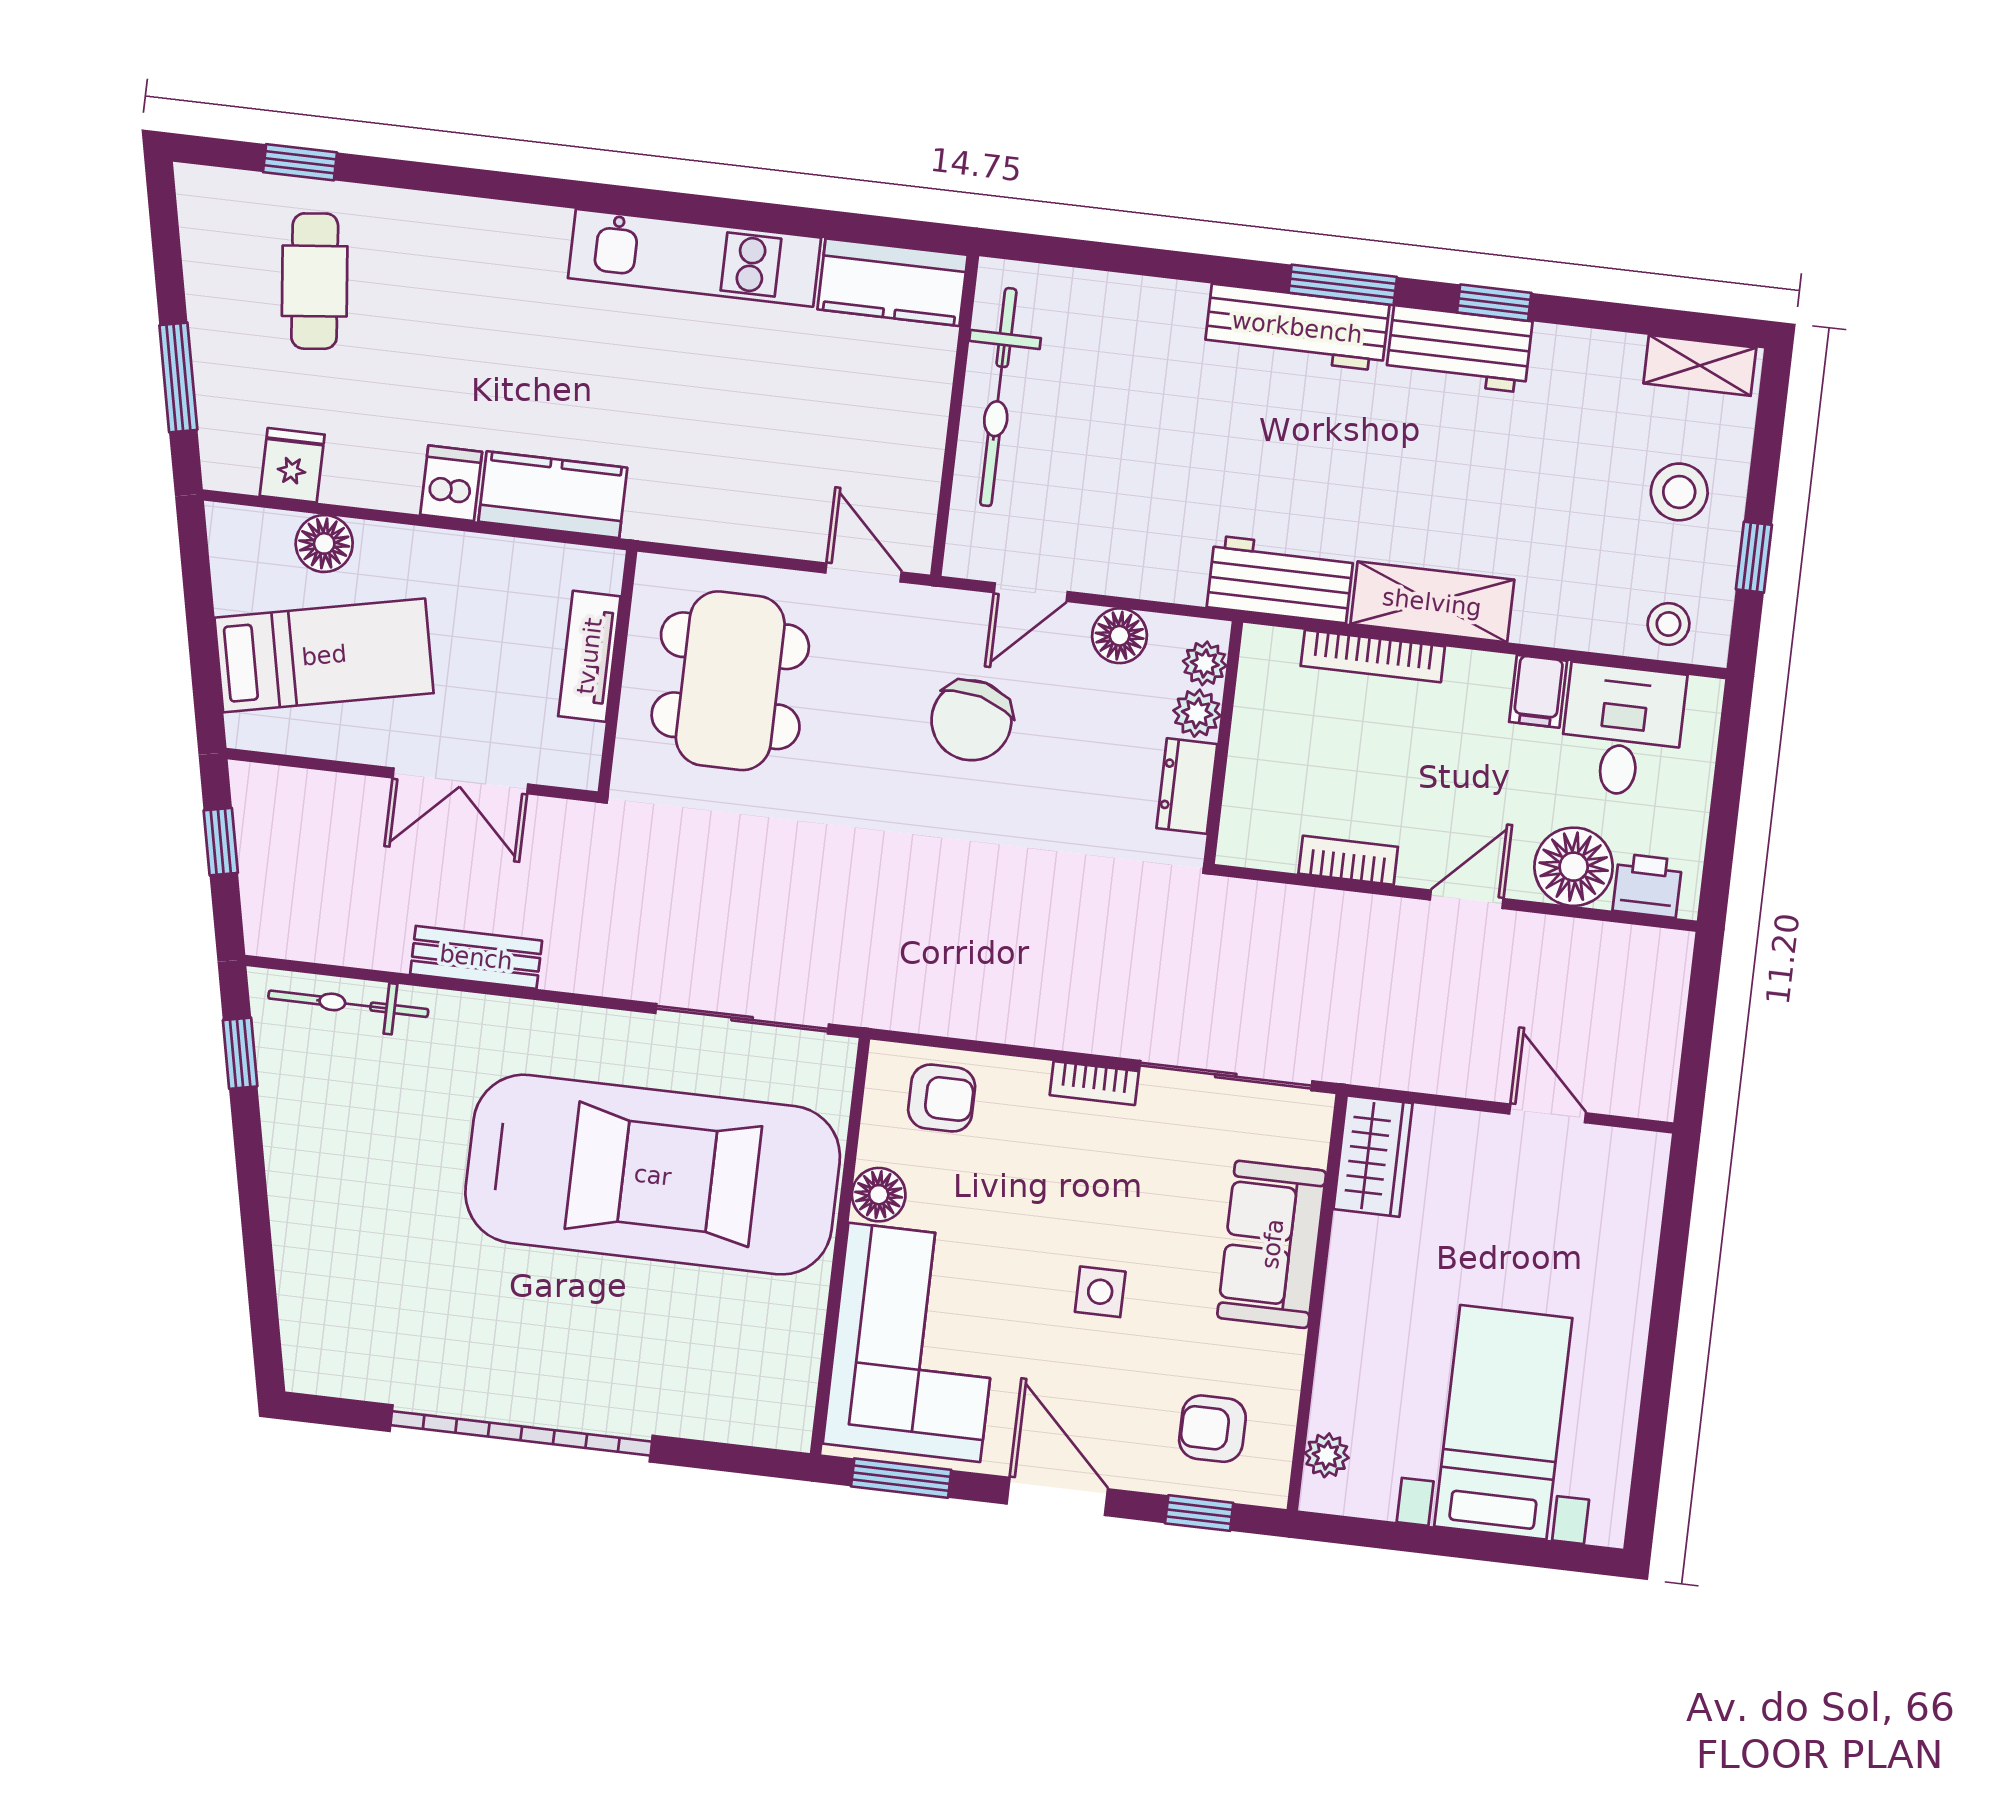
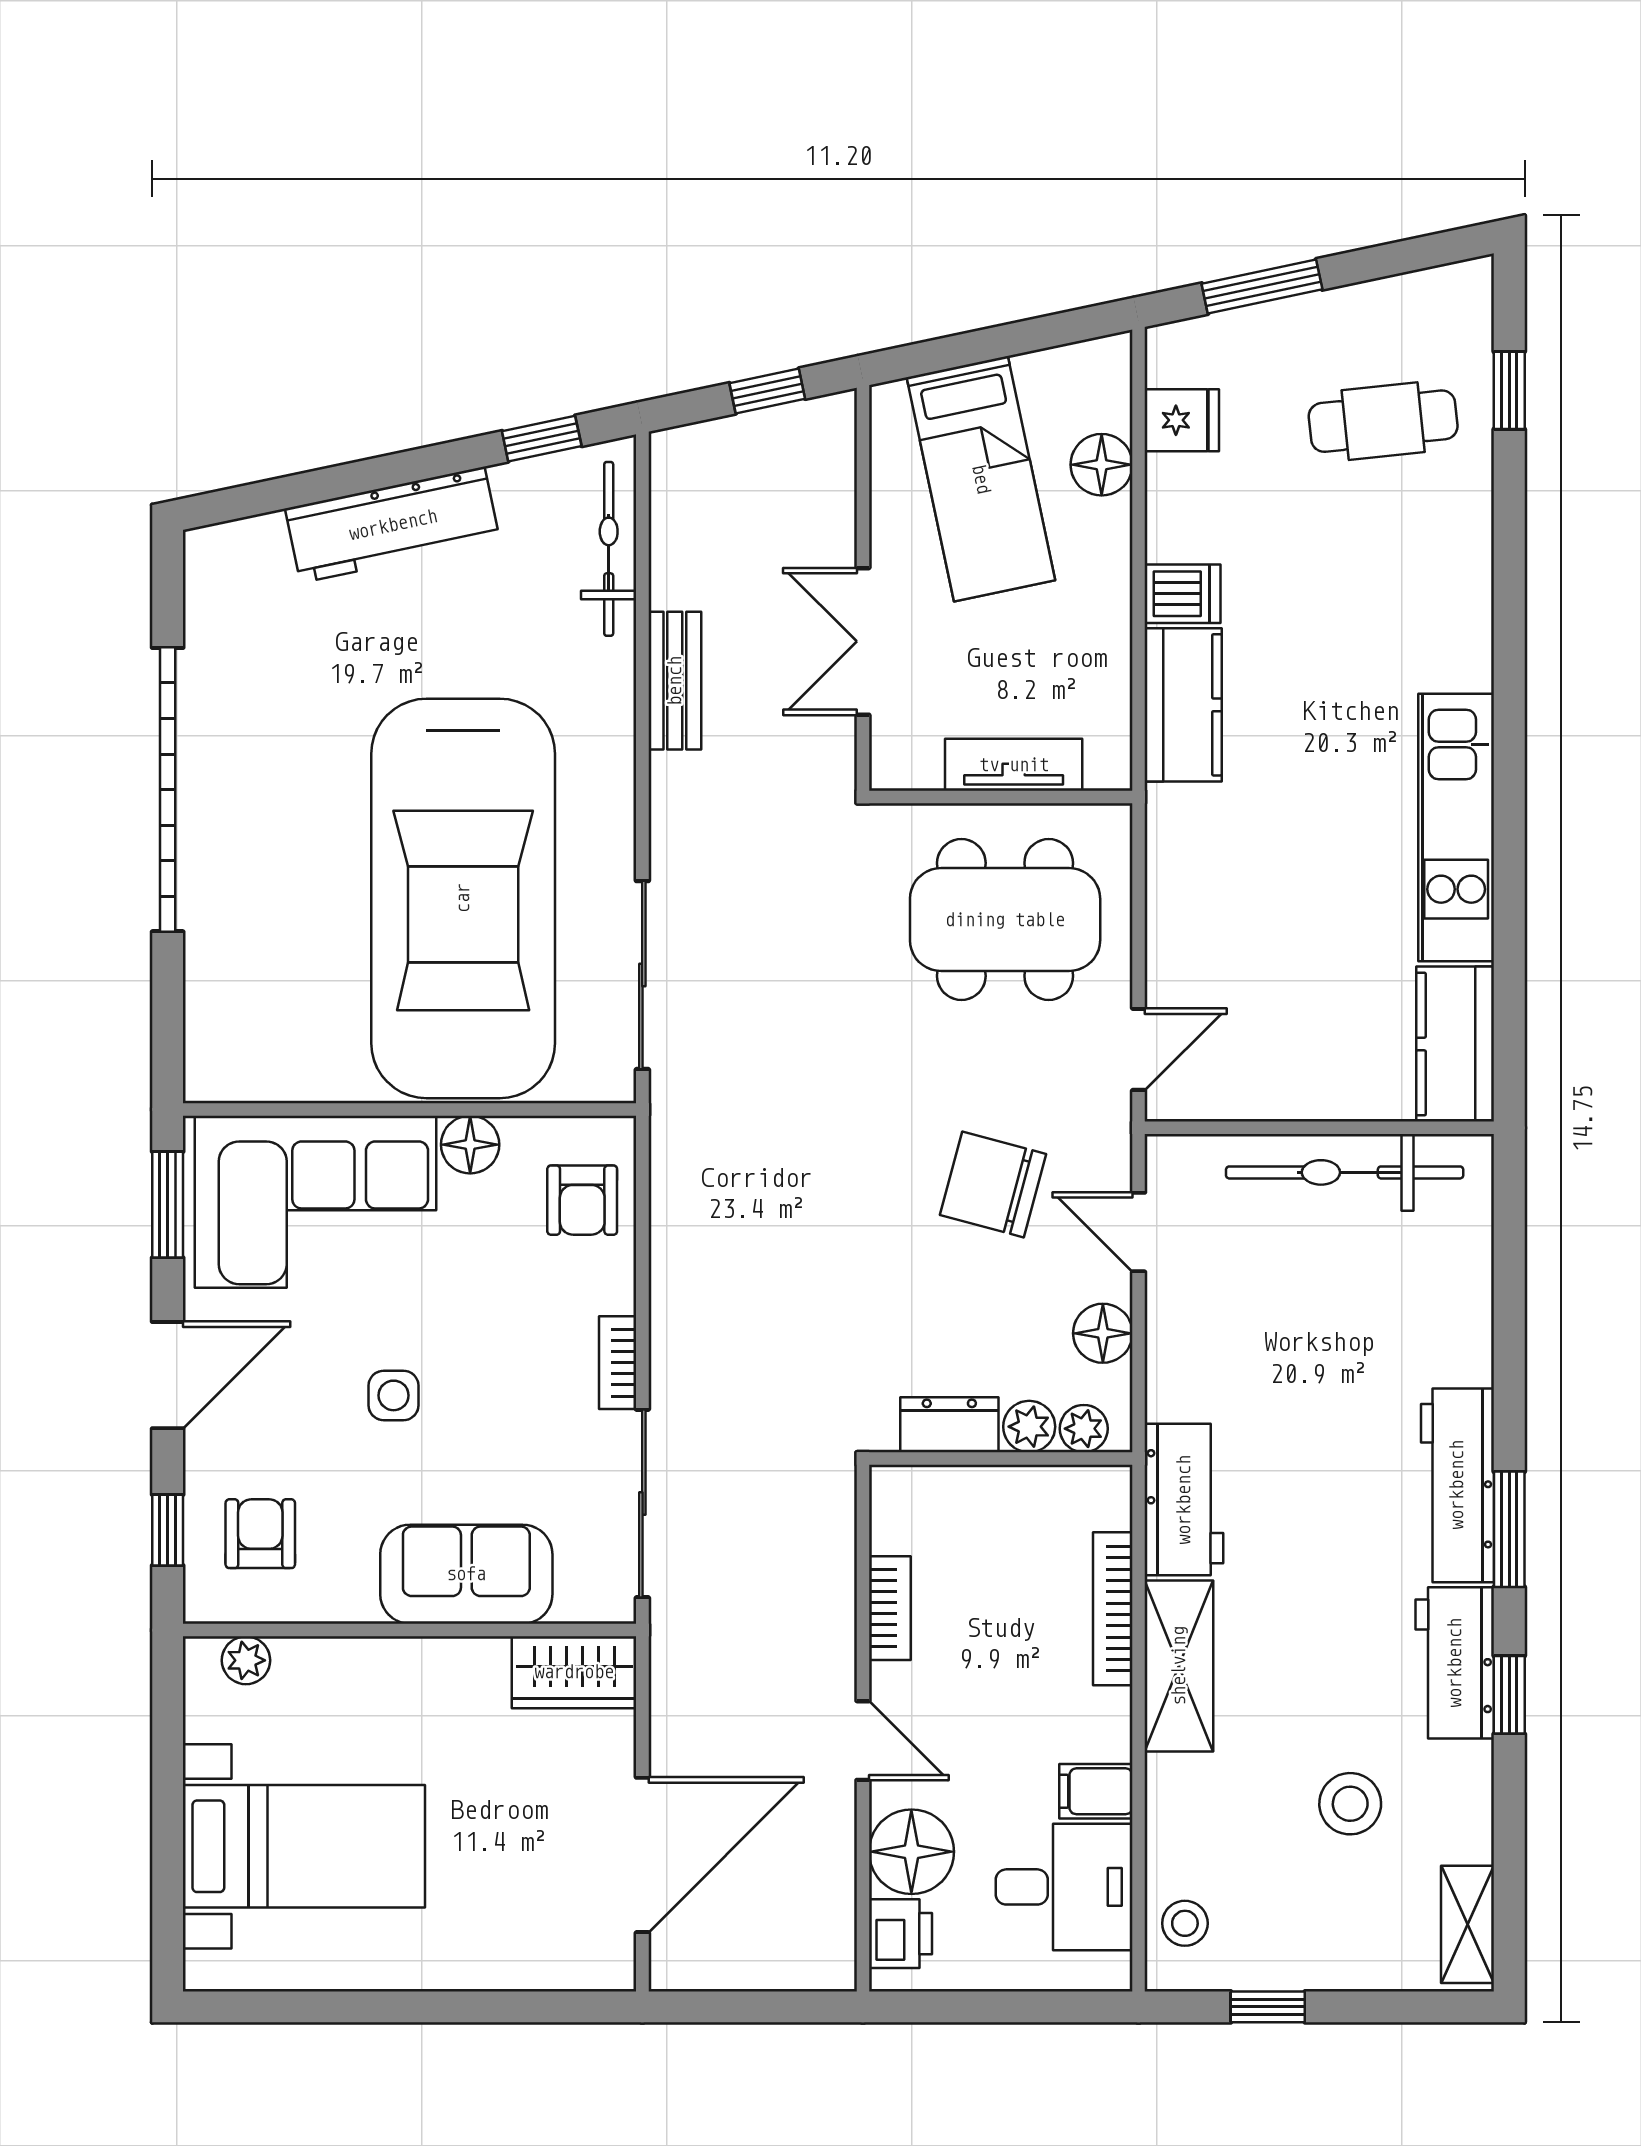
stool: (1679, 492) -> (1350, 1804), moved
door: (1548, 1113) -> (642, 1855), width x1.88
workbench: (303, 1199) -> (393, 525), added

